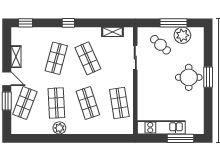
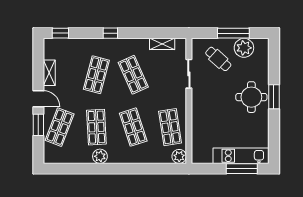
kitchen unit: (161, 127) -> (241, 156), moved
plant: (127, 128) -> (179, 156), added

